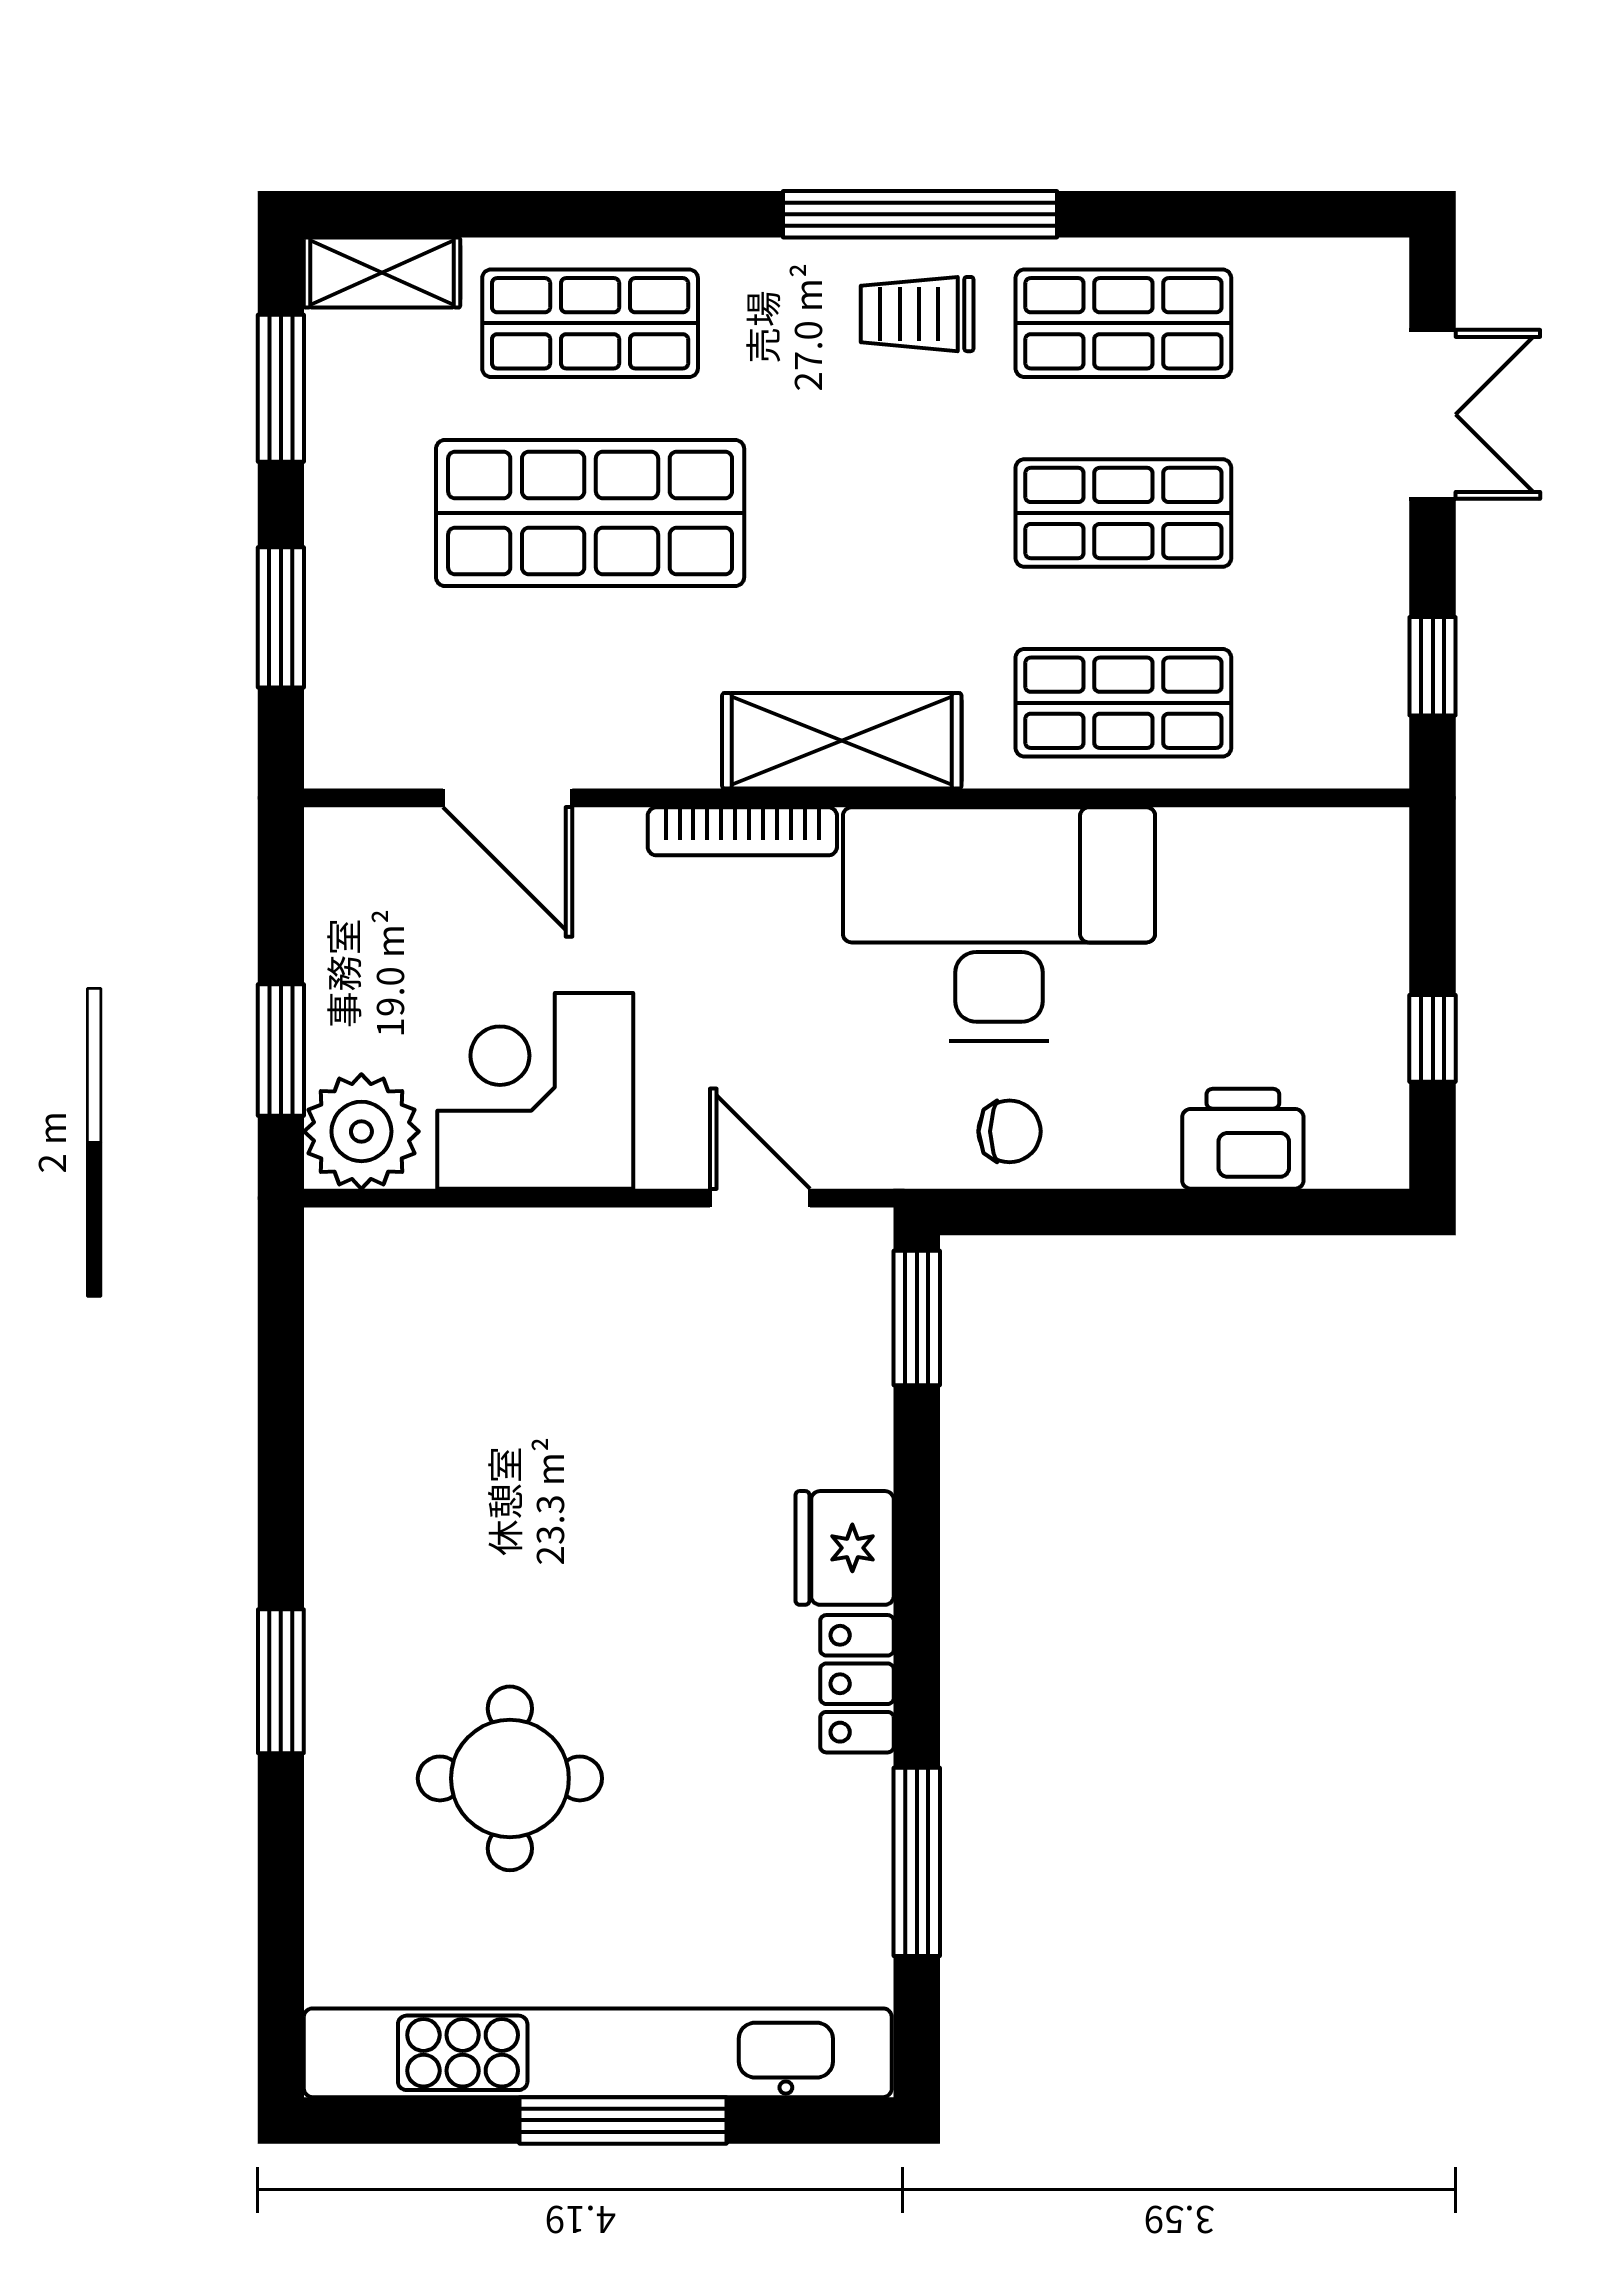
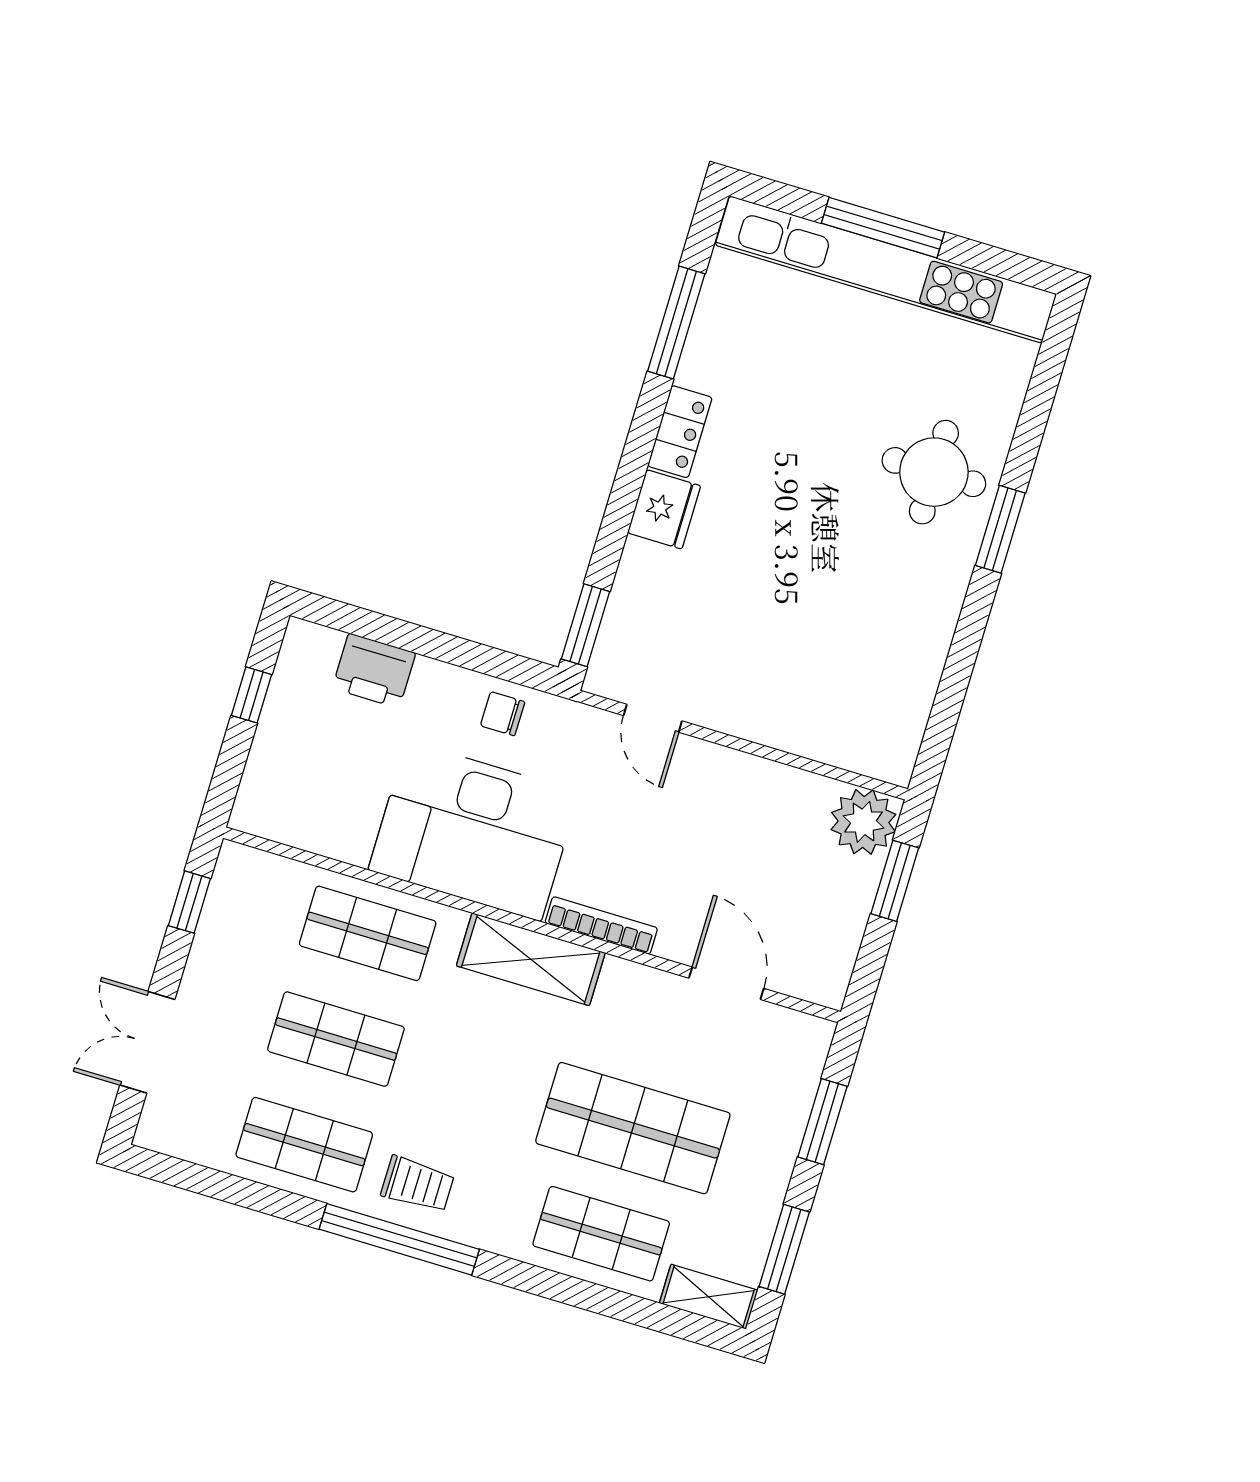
corner desk: (535, 1091) -> (760, 815), removed
round table: (510, 1778) -> (934, 472), moved

